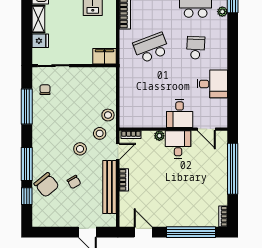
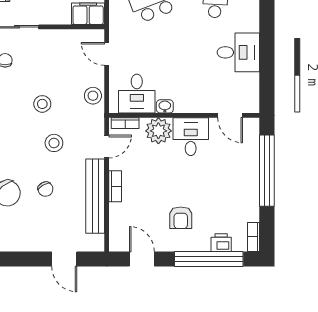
door: (118, 85) -> (107, 54), added
desk: (180, 114) -> (137, 94), moved
washbasin: (160, 123) -> (165, 106), added
stool: (100, 133) -> (42, 104), moved
plant: (159, 136) -> (158, 131), width x1.88, depth x1.88
armchair: (171, 203) -> (181, 218), added
printer: (200, 220) -> (221, 243), added

